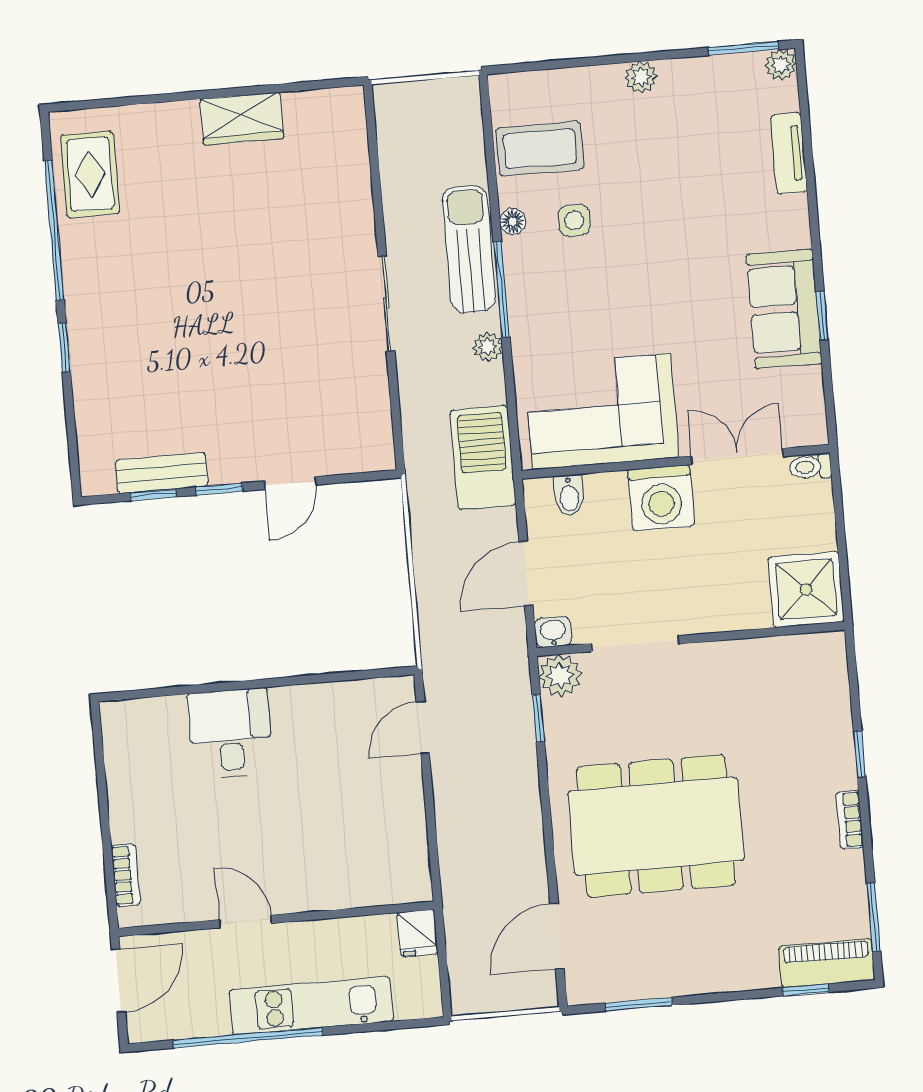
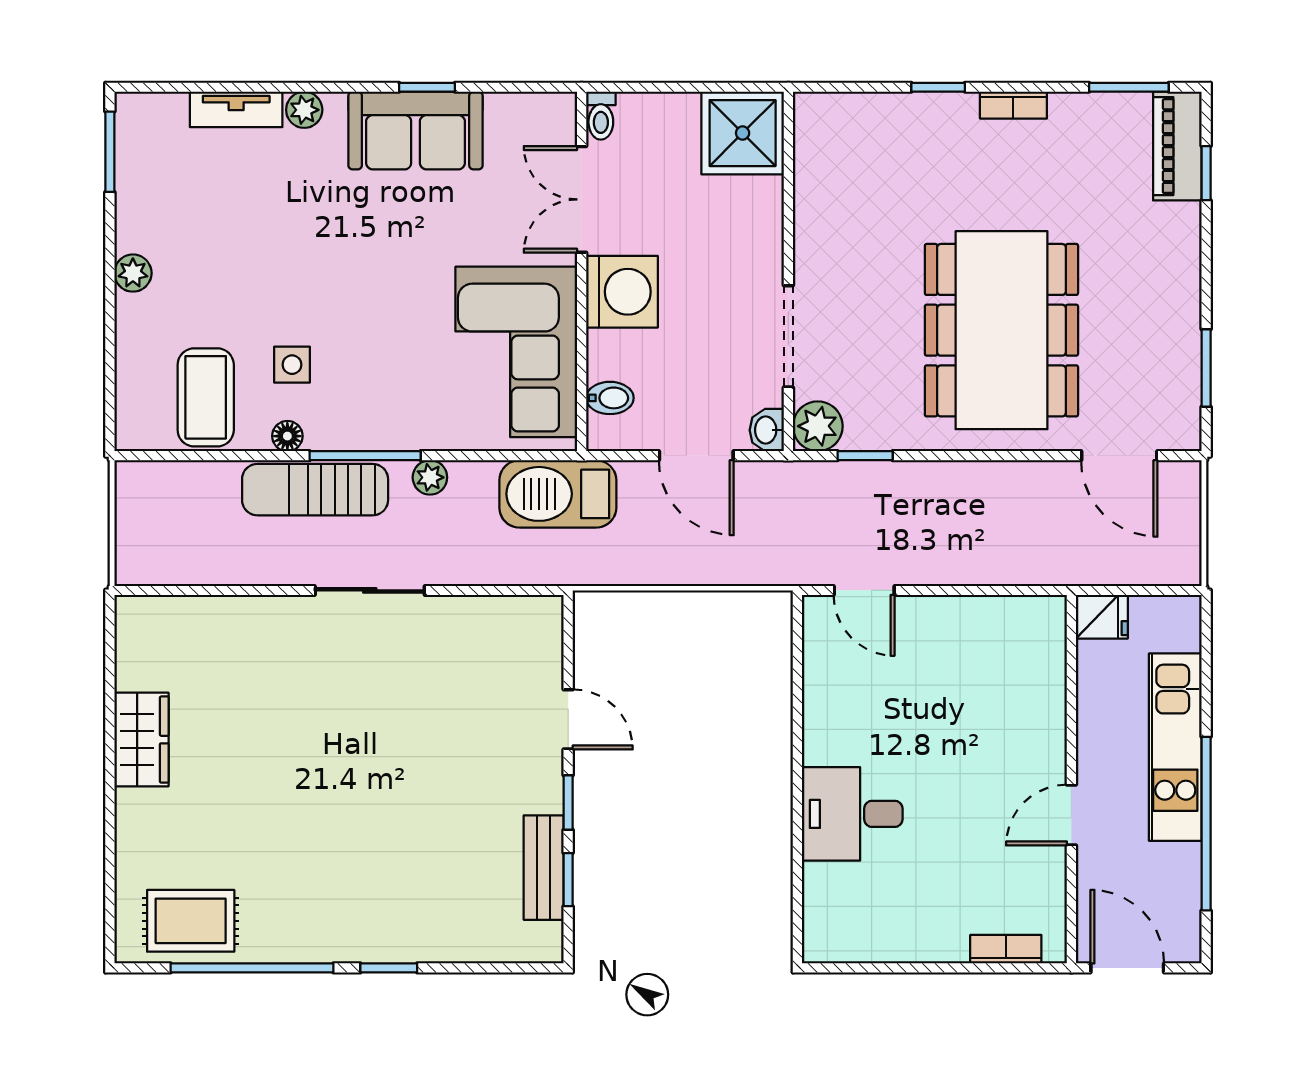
plant: (781, 65) -> (304, 110), moved

